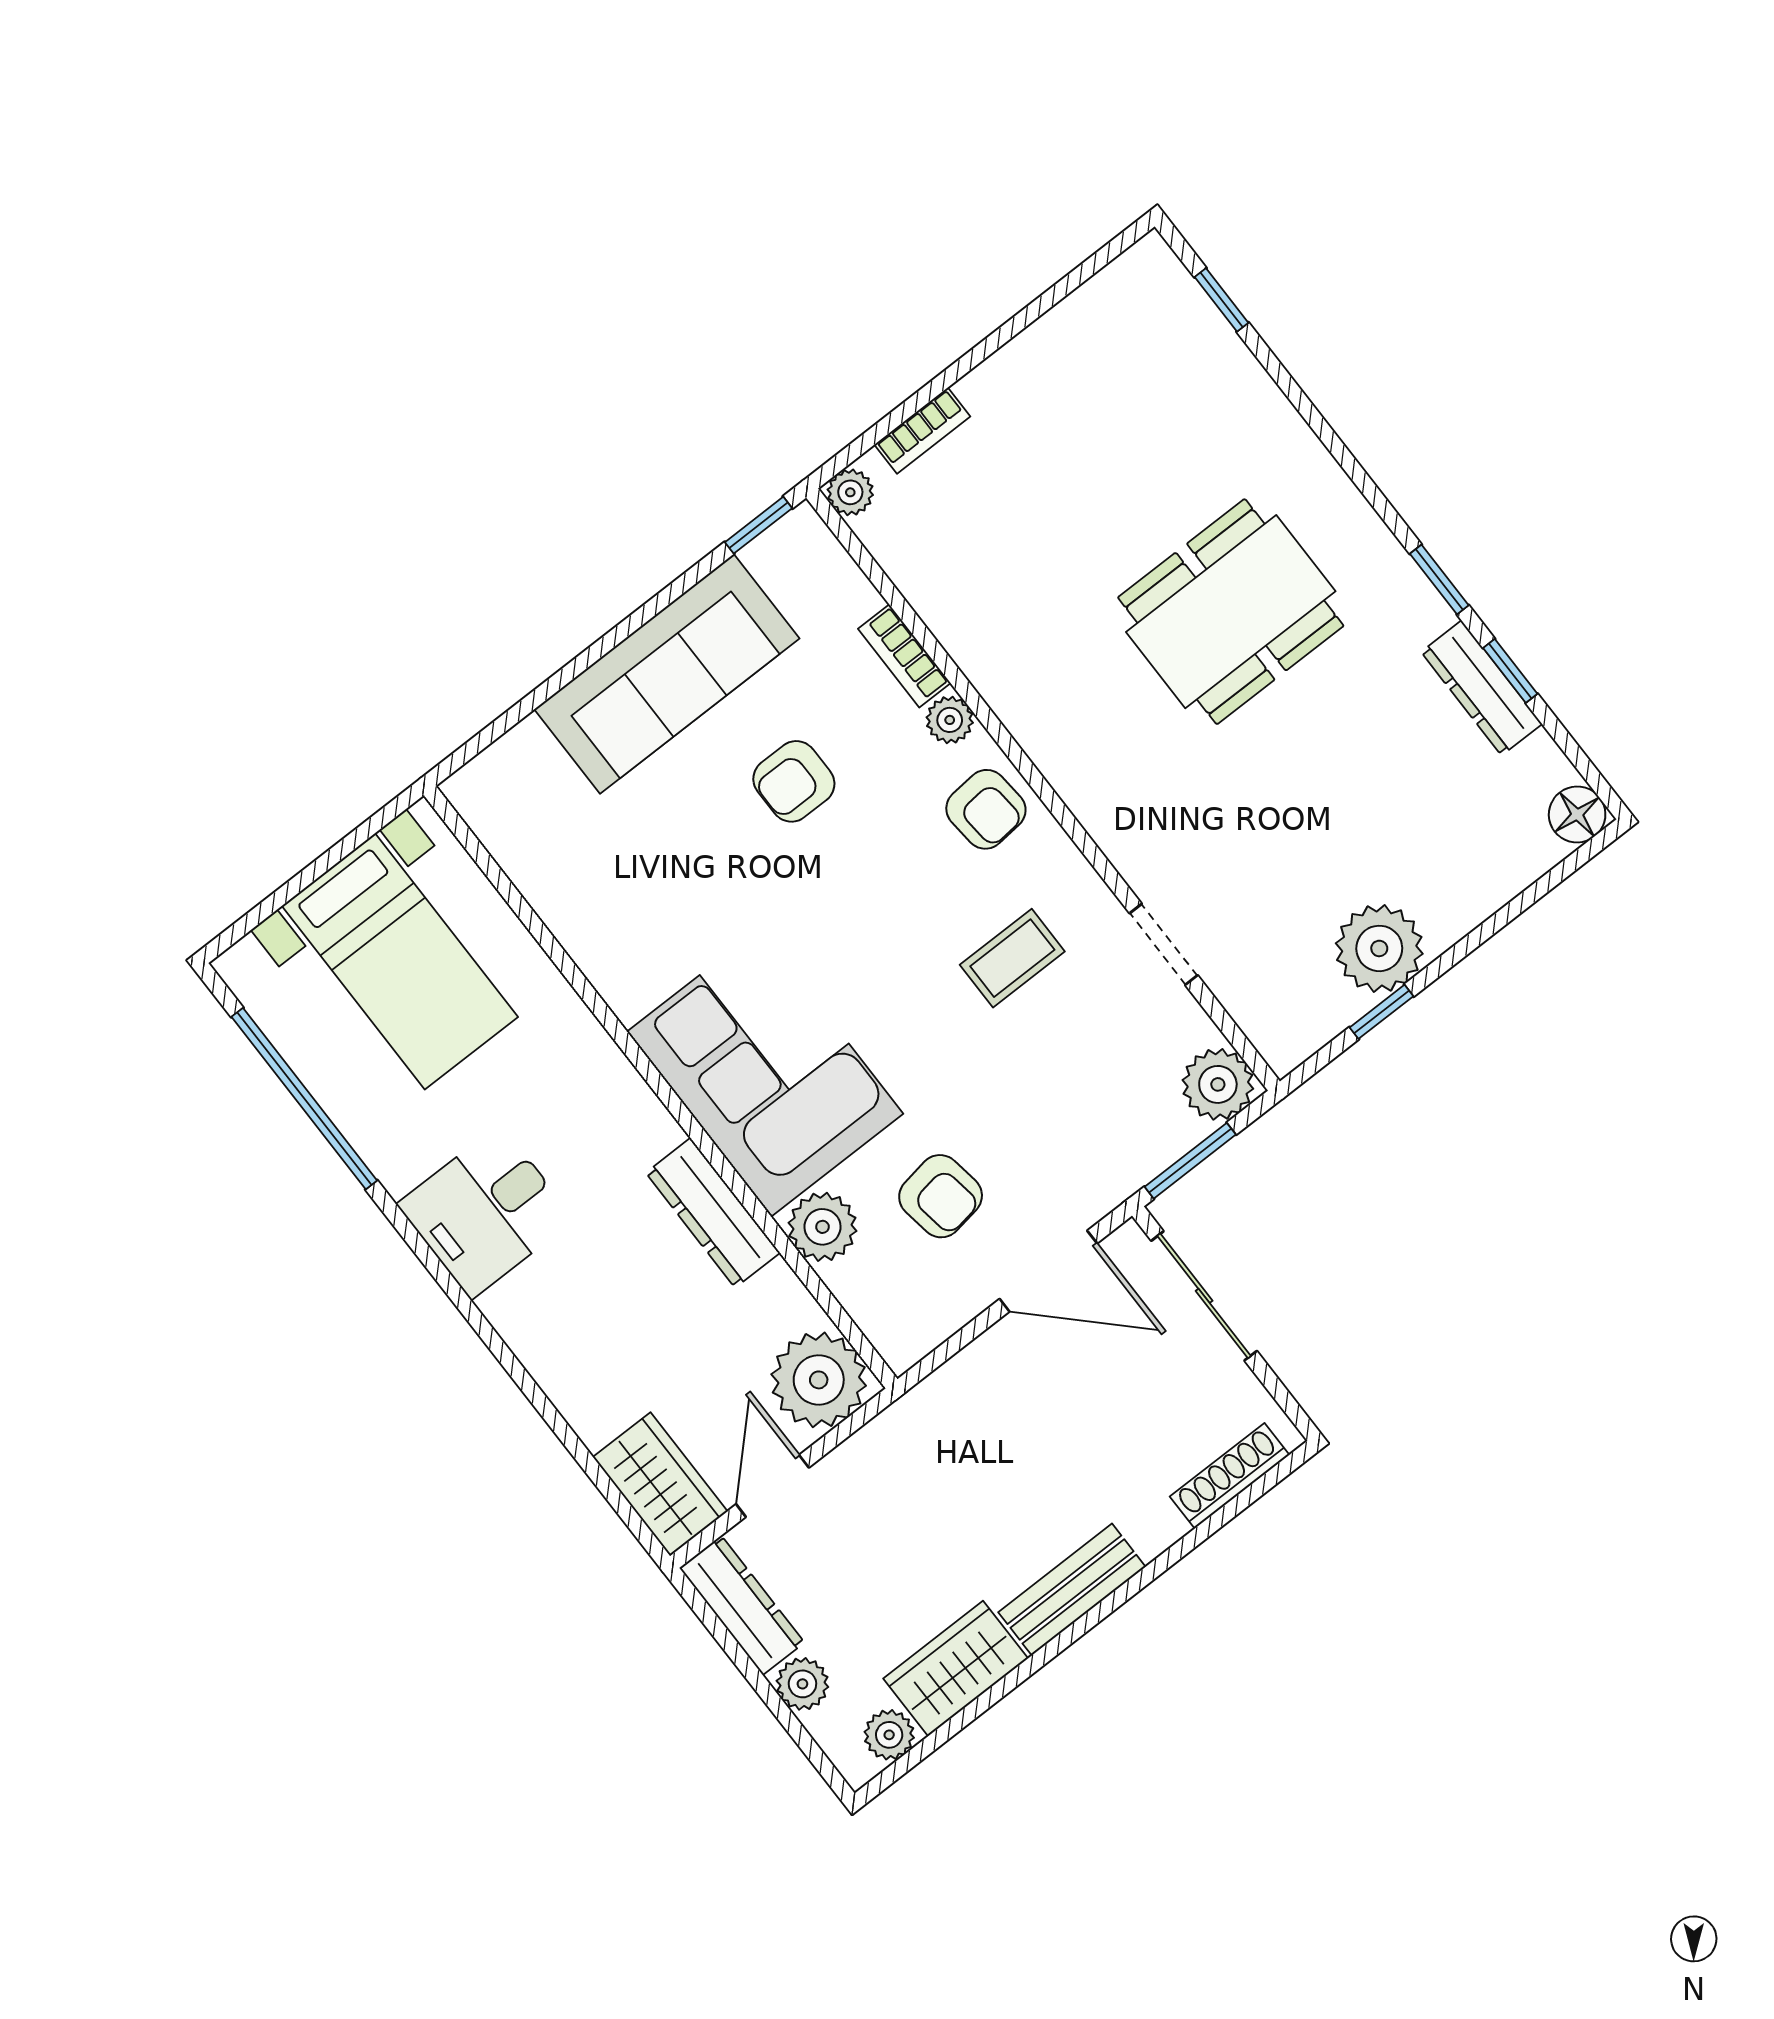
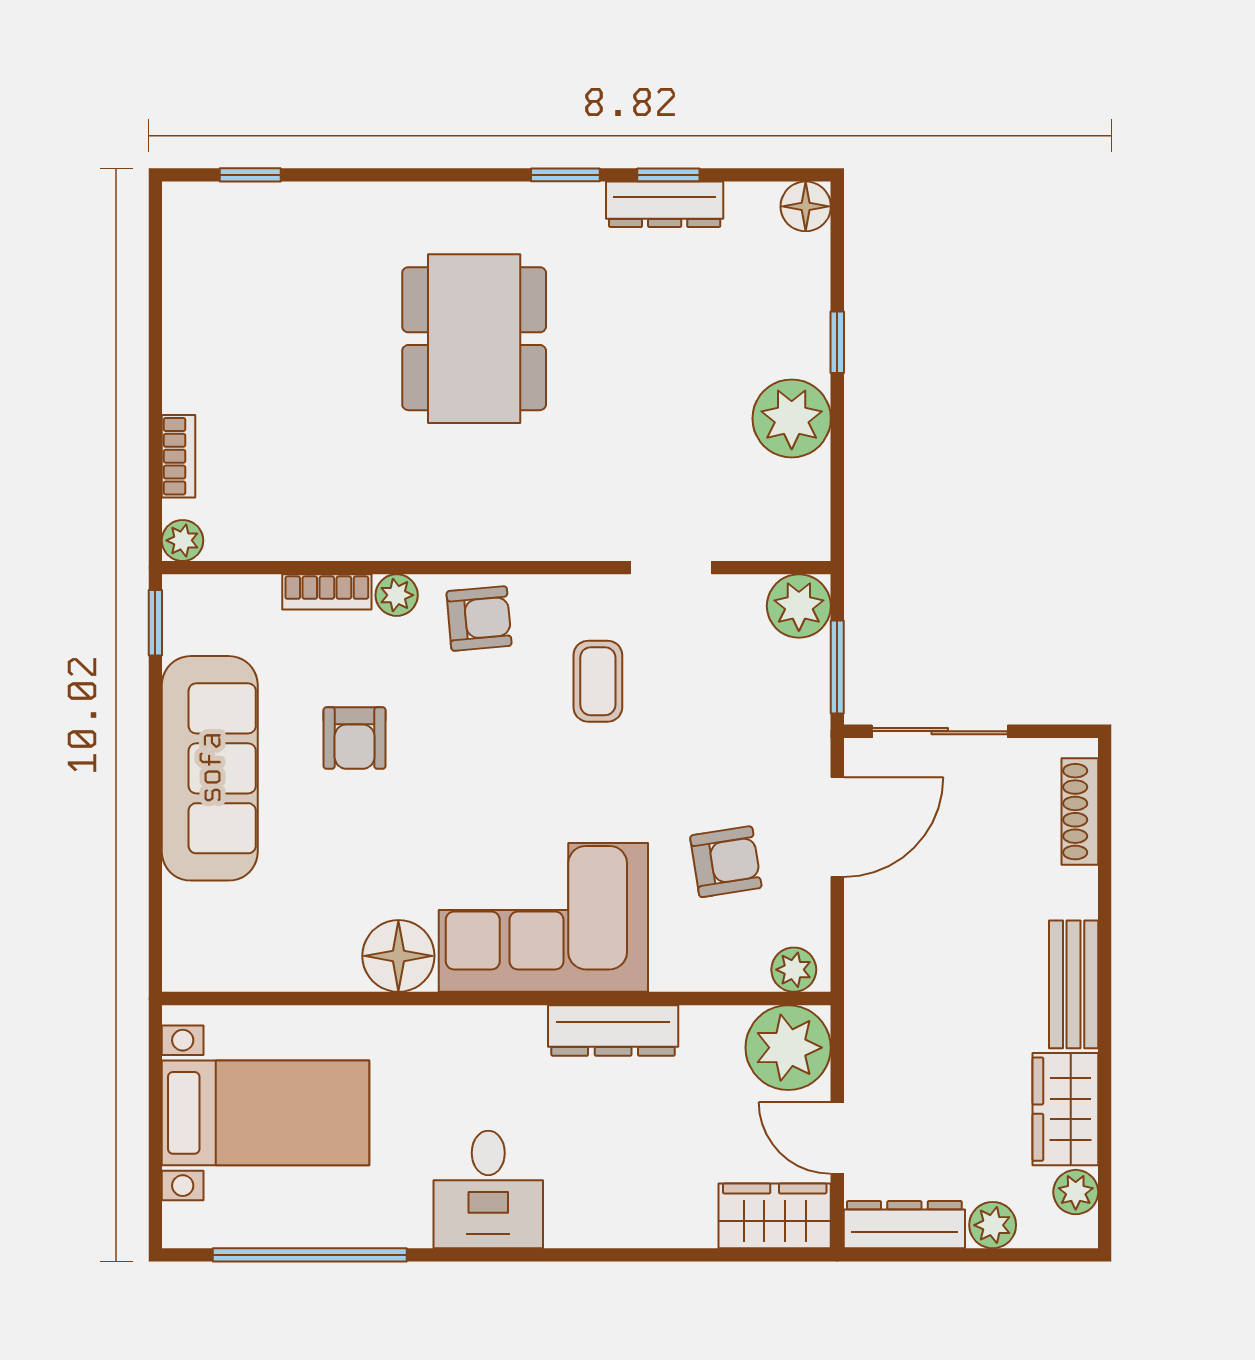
floor lamp: (631, 971) -> (398, 956), added
window: (1381, 1012) -> (837, 342), moved
plant: (822, 1227) -> (794, 970), moved, width x0.73, depth x0.73

